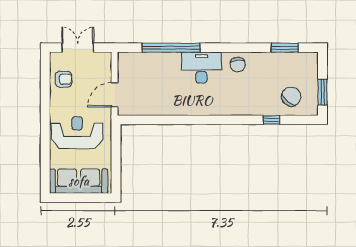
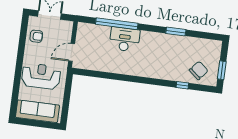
window: (285, 48) -> (176, 32), moved
chair: (238, 65) -> (163, 42), removed
desk: (201, 68) -> (125, 39), moved

